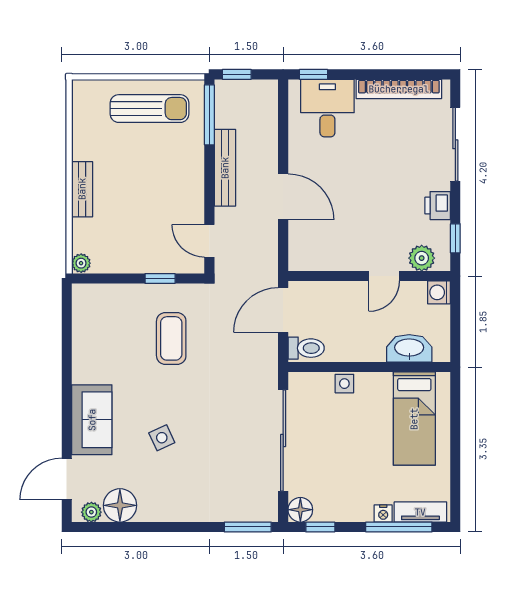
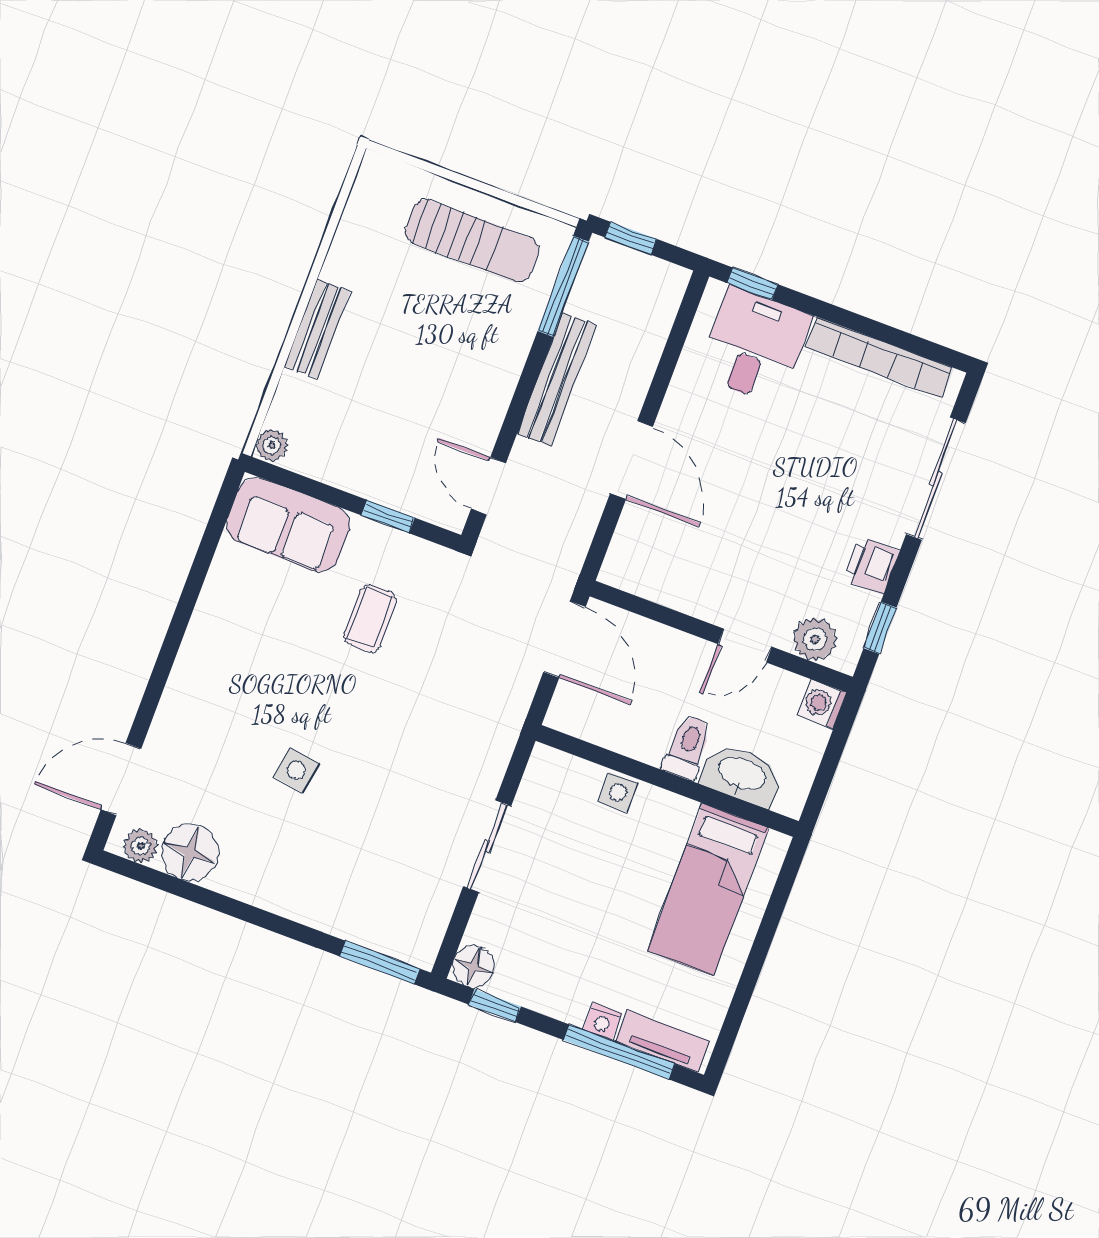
door: (283, 310) -> (564, 639), swing flipped
coffee table: (171, 338) -> (370, 618), width x0.73, depth x0.77
toilet: (306, 348) -> (688, 747), moved, turned -90
sofa: (92, 420) -> (288, 525), moved, turned 90
side table: (162, 438) -> (296, 770), turned 34
sliding door: (283, 440) -> (487, 846), width x0.54

